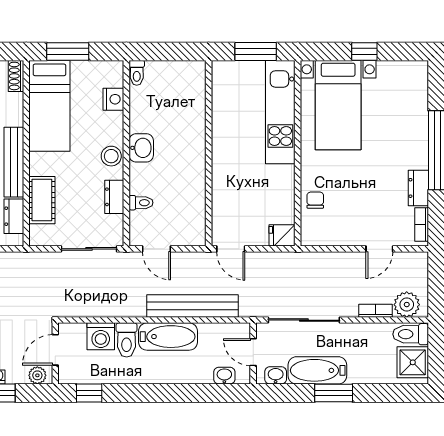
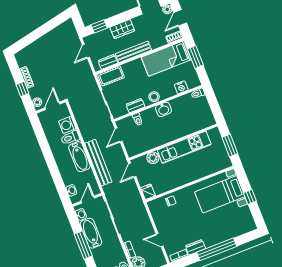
kitchen unit: (280, 112) -> (184, 147), moved, turned 180
cot: (42, 200) -> (111, 76), moved
plant: (223, 202) -> (153, 158), added
door: (55, 350) -> (52, 106), hinge flipped
window: (89, 393) -> (38, 130), removed
window: (334, 393) -> (83, 245), width x1.44

